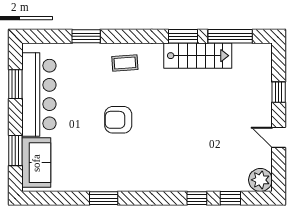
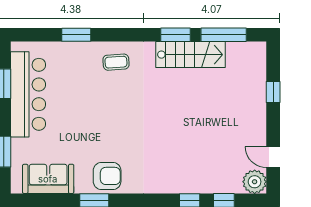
armchair: (118, 120) -> (107, 176), moved, turned 180
door: (279, 137) -> (273, 157), moved
sofa: (36, 163) -> (48, 179), moved, turned -90

